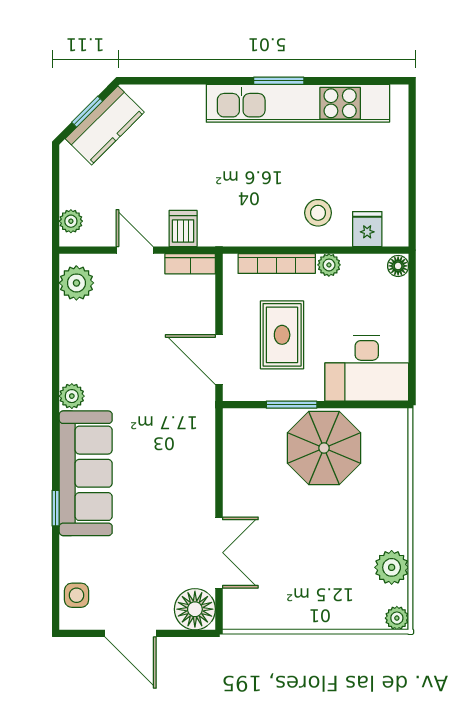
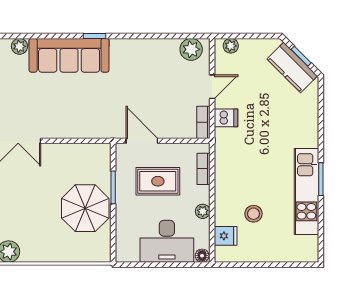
kitchen unit: (298, 103) -> (306, 191), width x0.73
stool: (318, 213) -> (253, 214), moved
bookcase: (277, 264) -> (204, 169), width x0.64
door: (219, 360) -> (142, 141), hinge flipped
desk: (367, 368) -> (167, 241), moved, turned -90
plant: (72, 396) -> (19, 46), moved
window: (56, 508) -> (95, 36), moved

